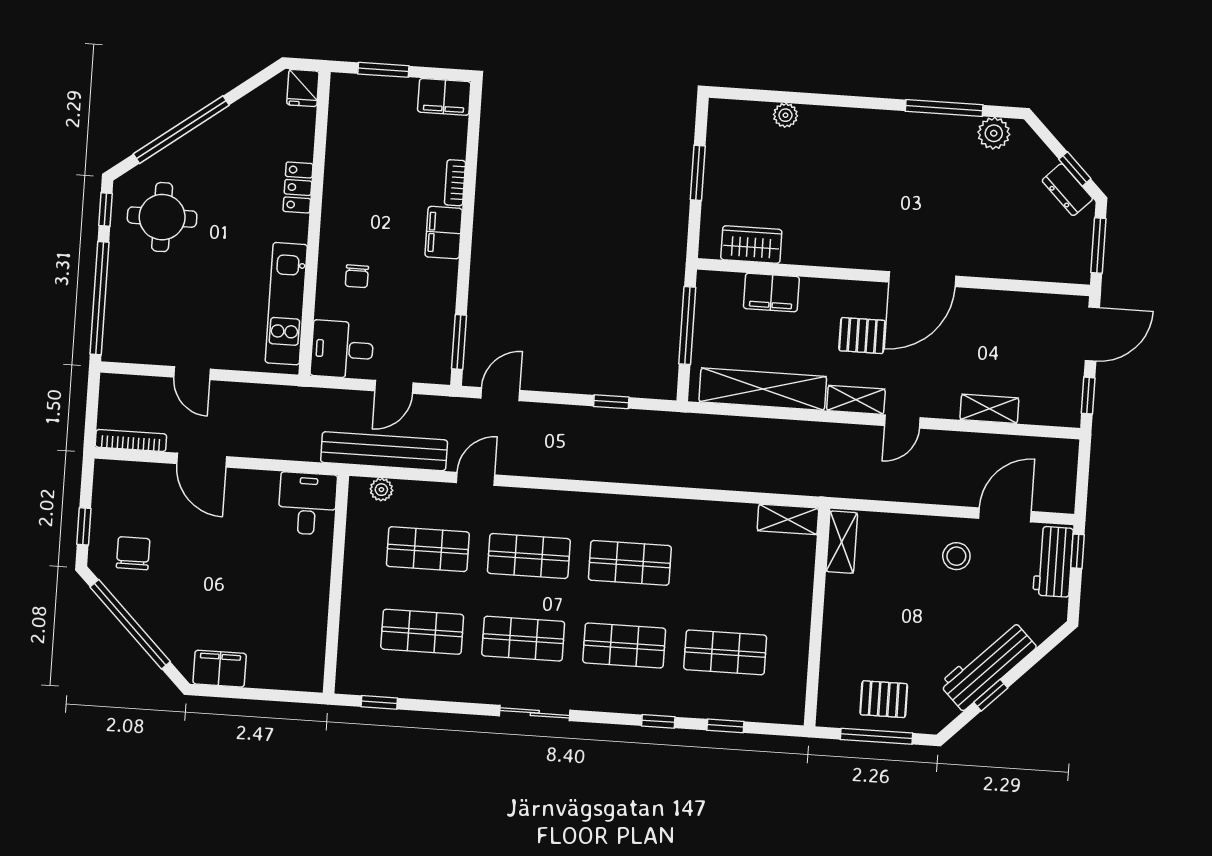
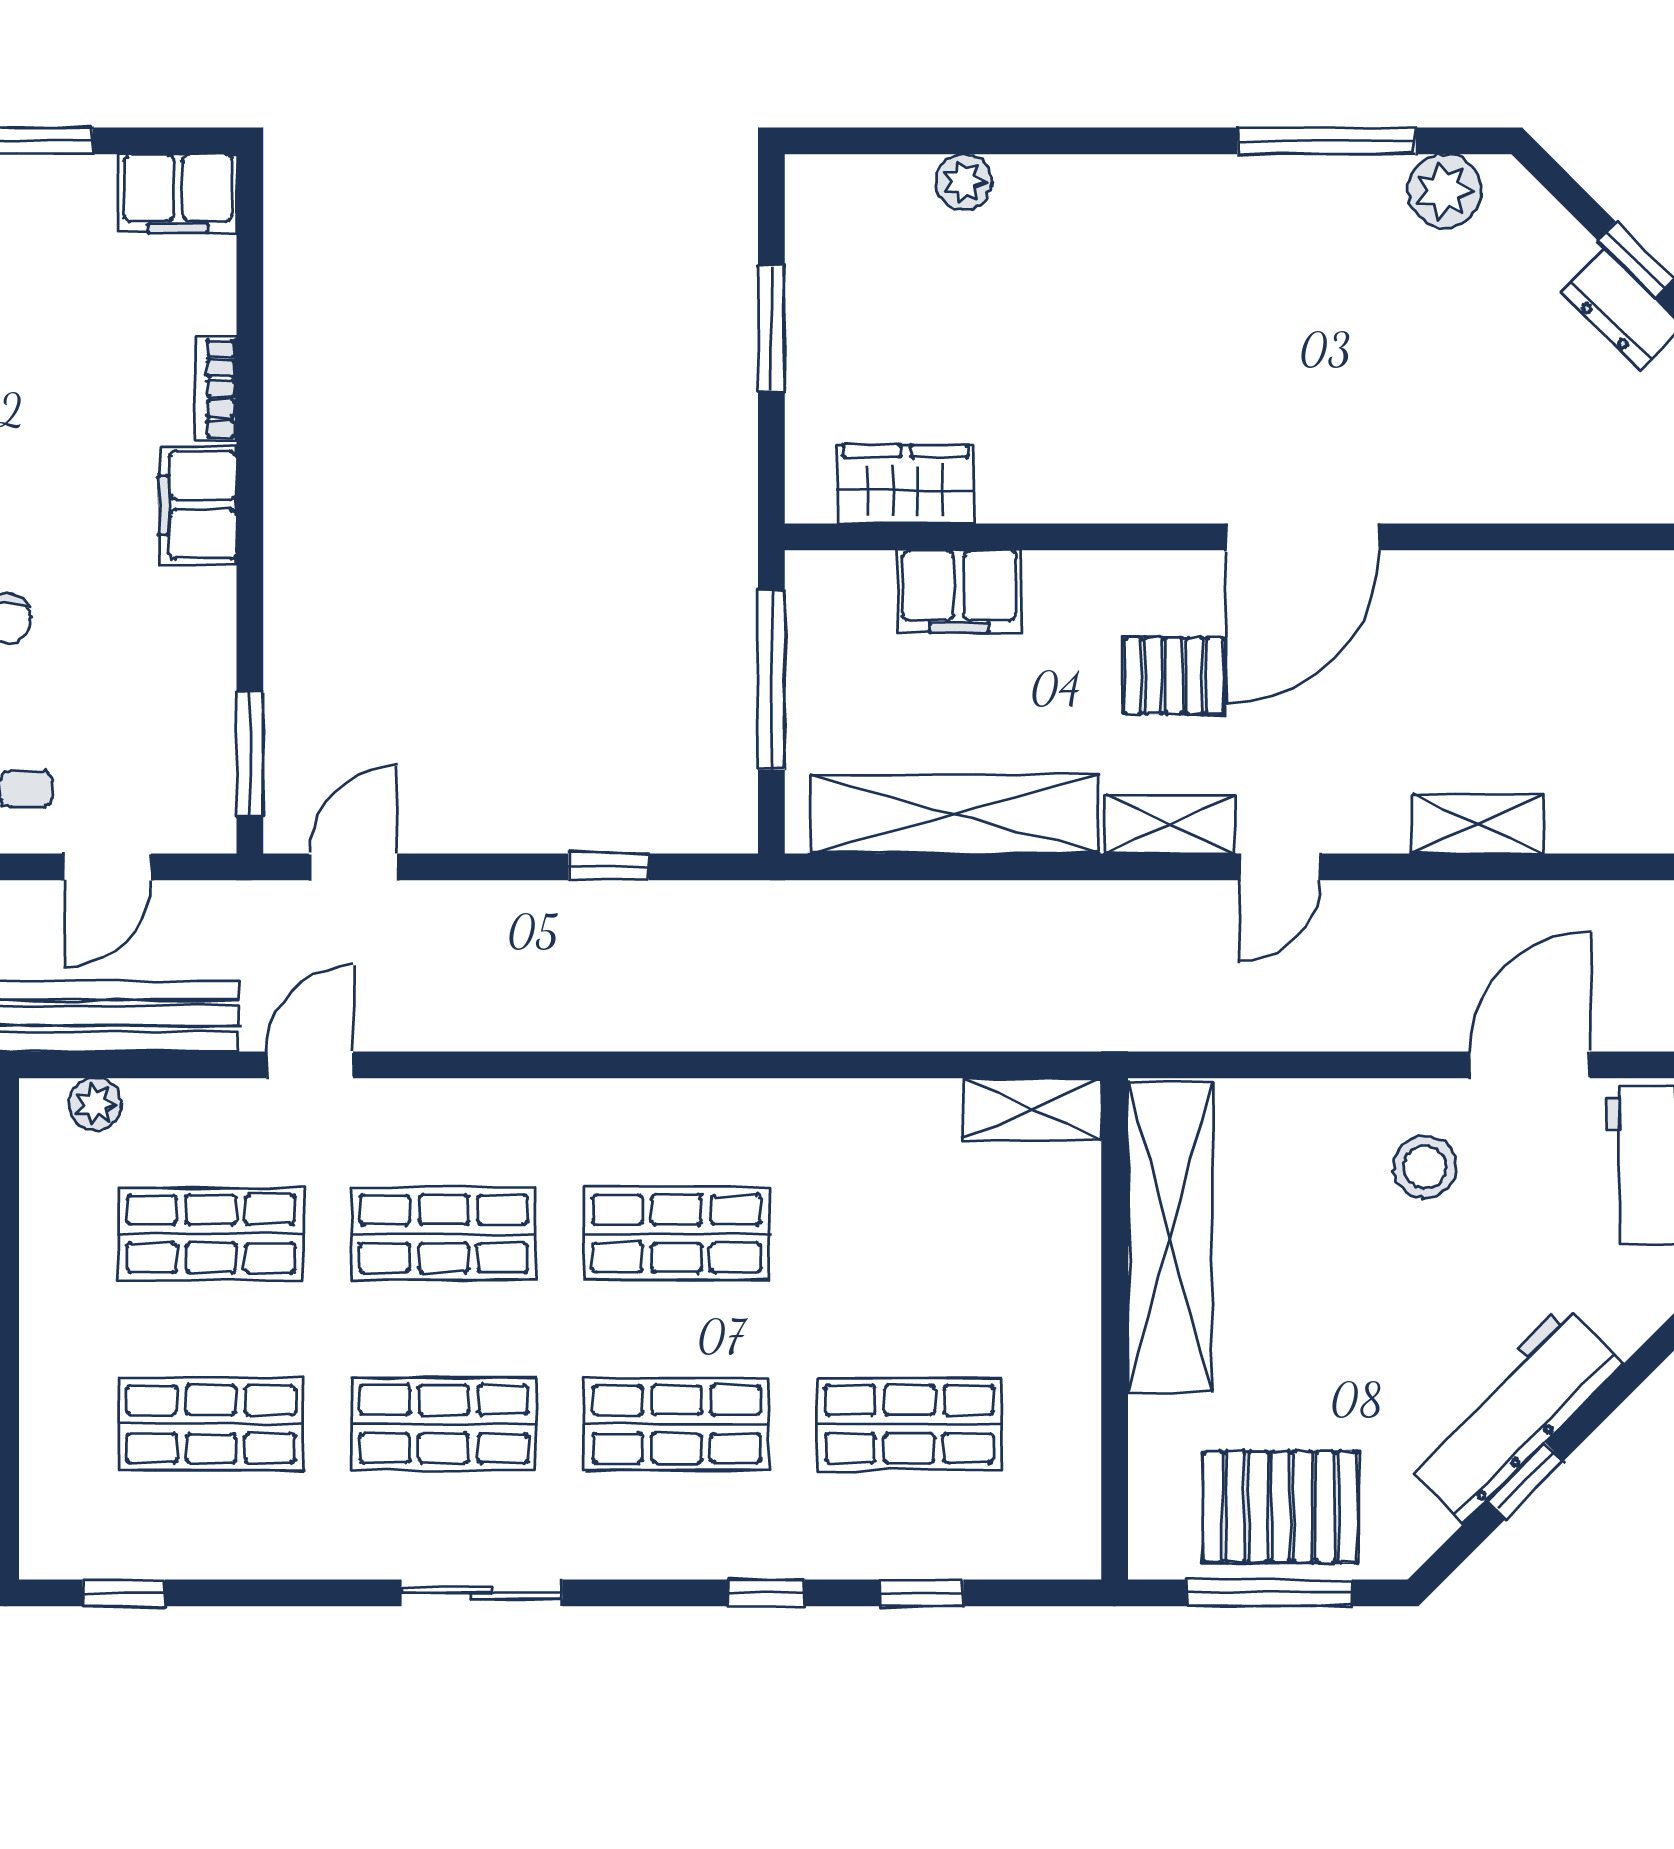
shelving: (842, 542) -> (1170, 1237), width x2.20, depth x1.33
pallet: (884, 699) -> (1280, 1507), width x1.50, depth x1.42

